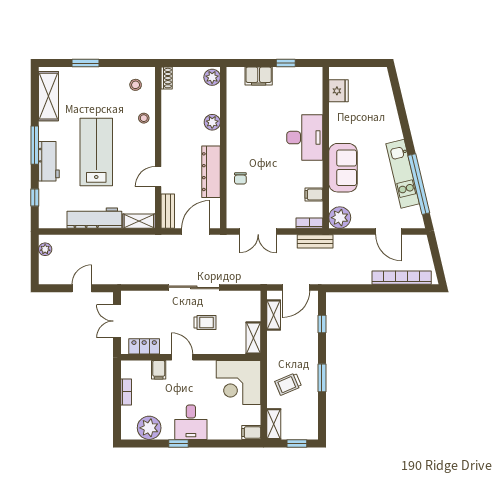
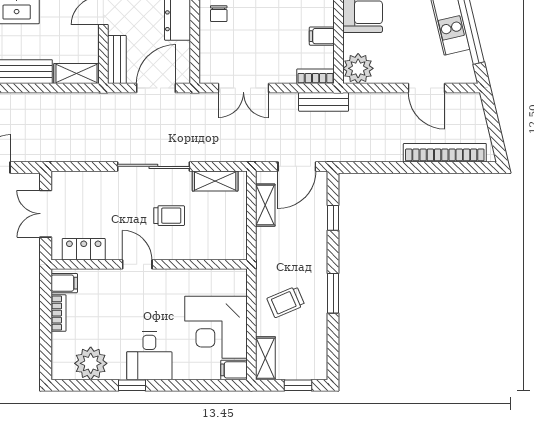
shelving: (253, 338) -> (215, 181), moved, turned 90
filing cabinet: (159, 370) -> (64, 283), moved, turned -90
corner desk: (238, 383) -> (216, 327), moved

